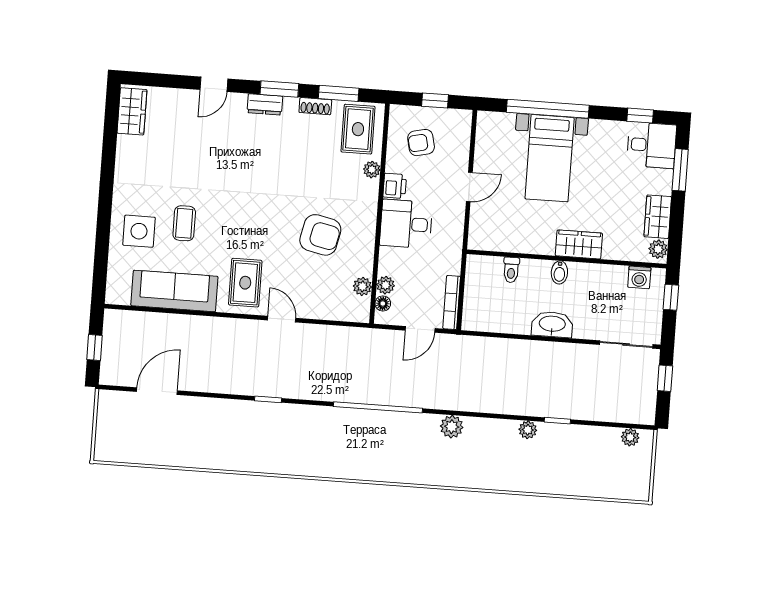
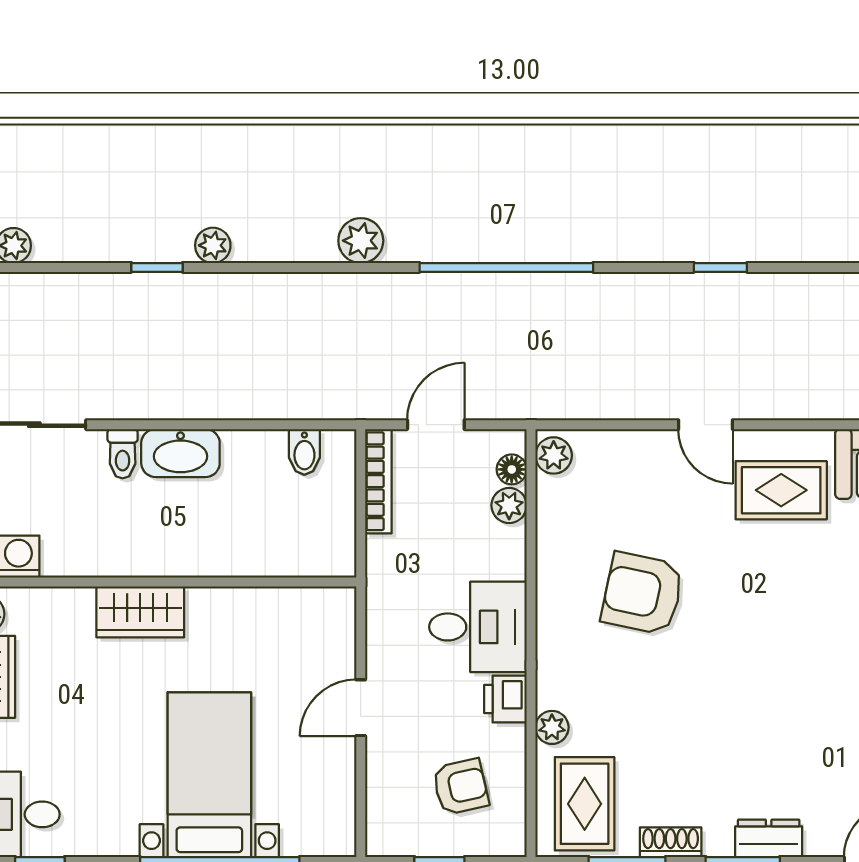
toilet: (511, 270) -> (123, 454), moved, turned 180
bidet: (559, 272) -> (304, 452), moved, turned 180
rug: (245, 283) -> (781, 490), turned 90
plant: (362, 286) -> (554, 455), moved

